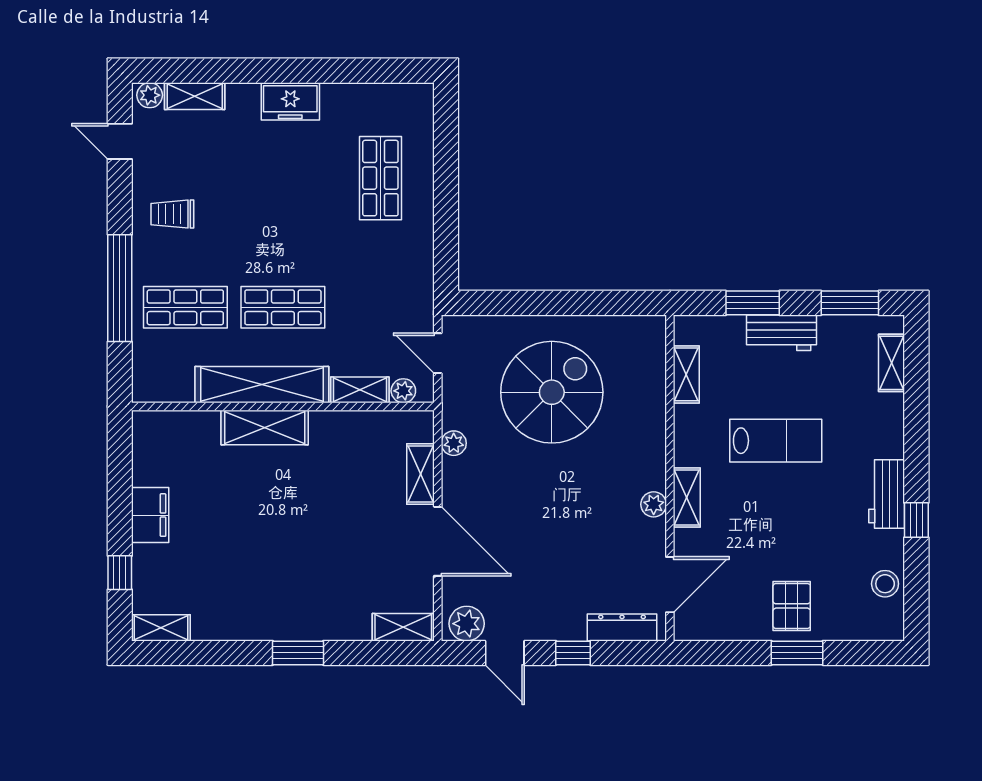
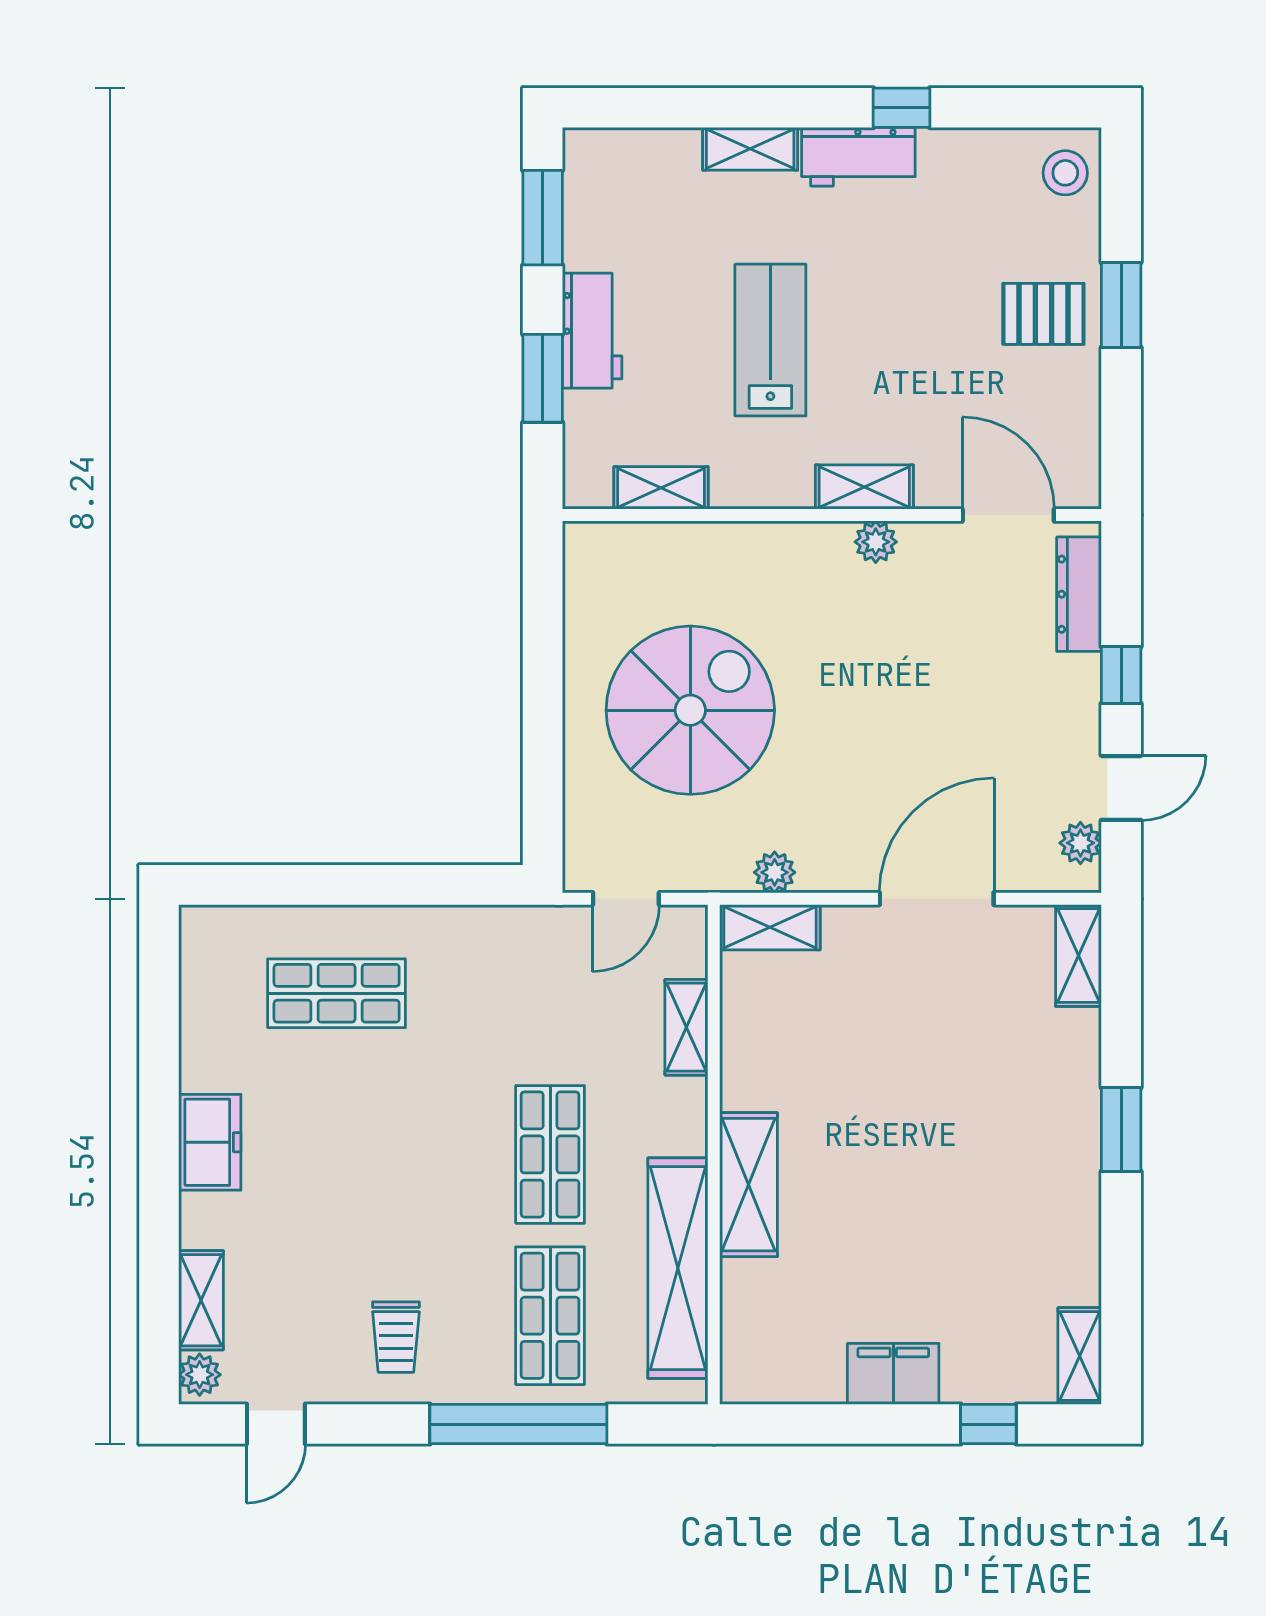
shelving: (892, 363) -> (750, 149), moved
shelving: (262, 385) -> (678, 1268), moved
plant: (403, 391) -> (688, 955), removed
spiral stairs: (552, 392) -> (690, 710), turned 90
shelving: (420, 474) -> (770, 927), moved
stool: (885, 584) -> (1065, 173), moved
plant: (467, 624) -> (1080, 843), width x0.73, depth x0.73

